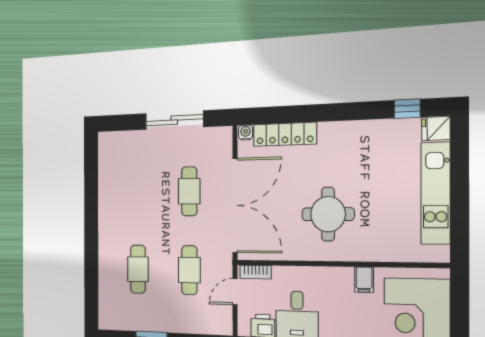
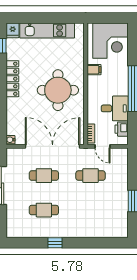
locker: (285, 134) -> (12, 79), moved
window: (91, 211) -> (55, 243), added
round table: (328, 214) -> (58, 90), width x1.36, depth x1.36
cafe table: (138, 269) -> (44, 210), moved

